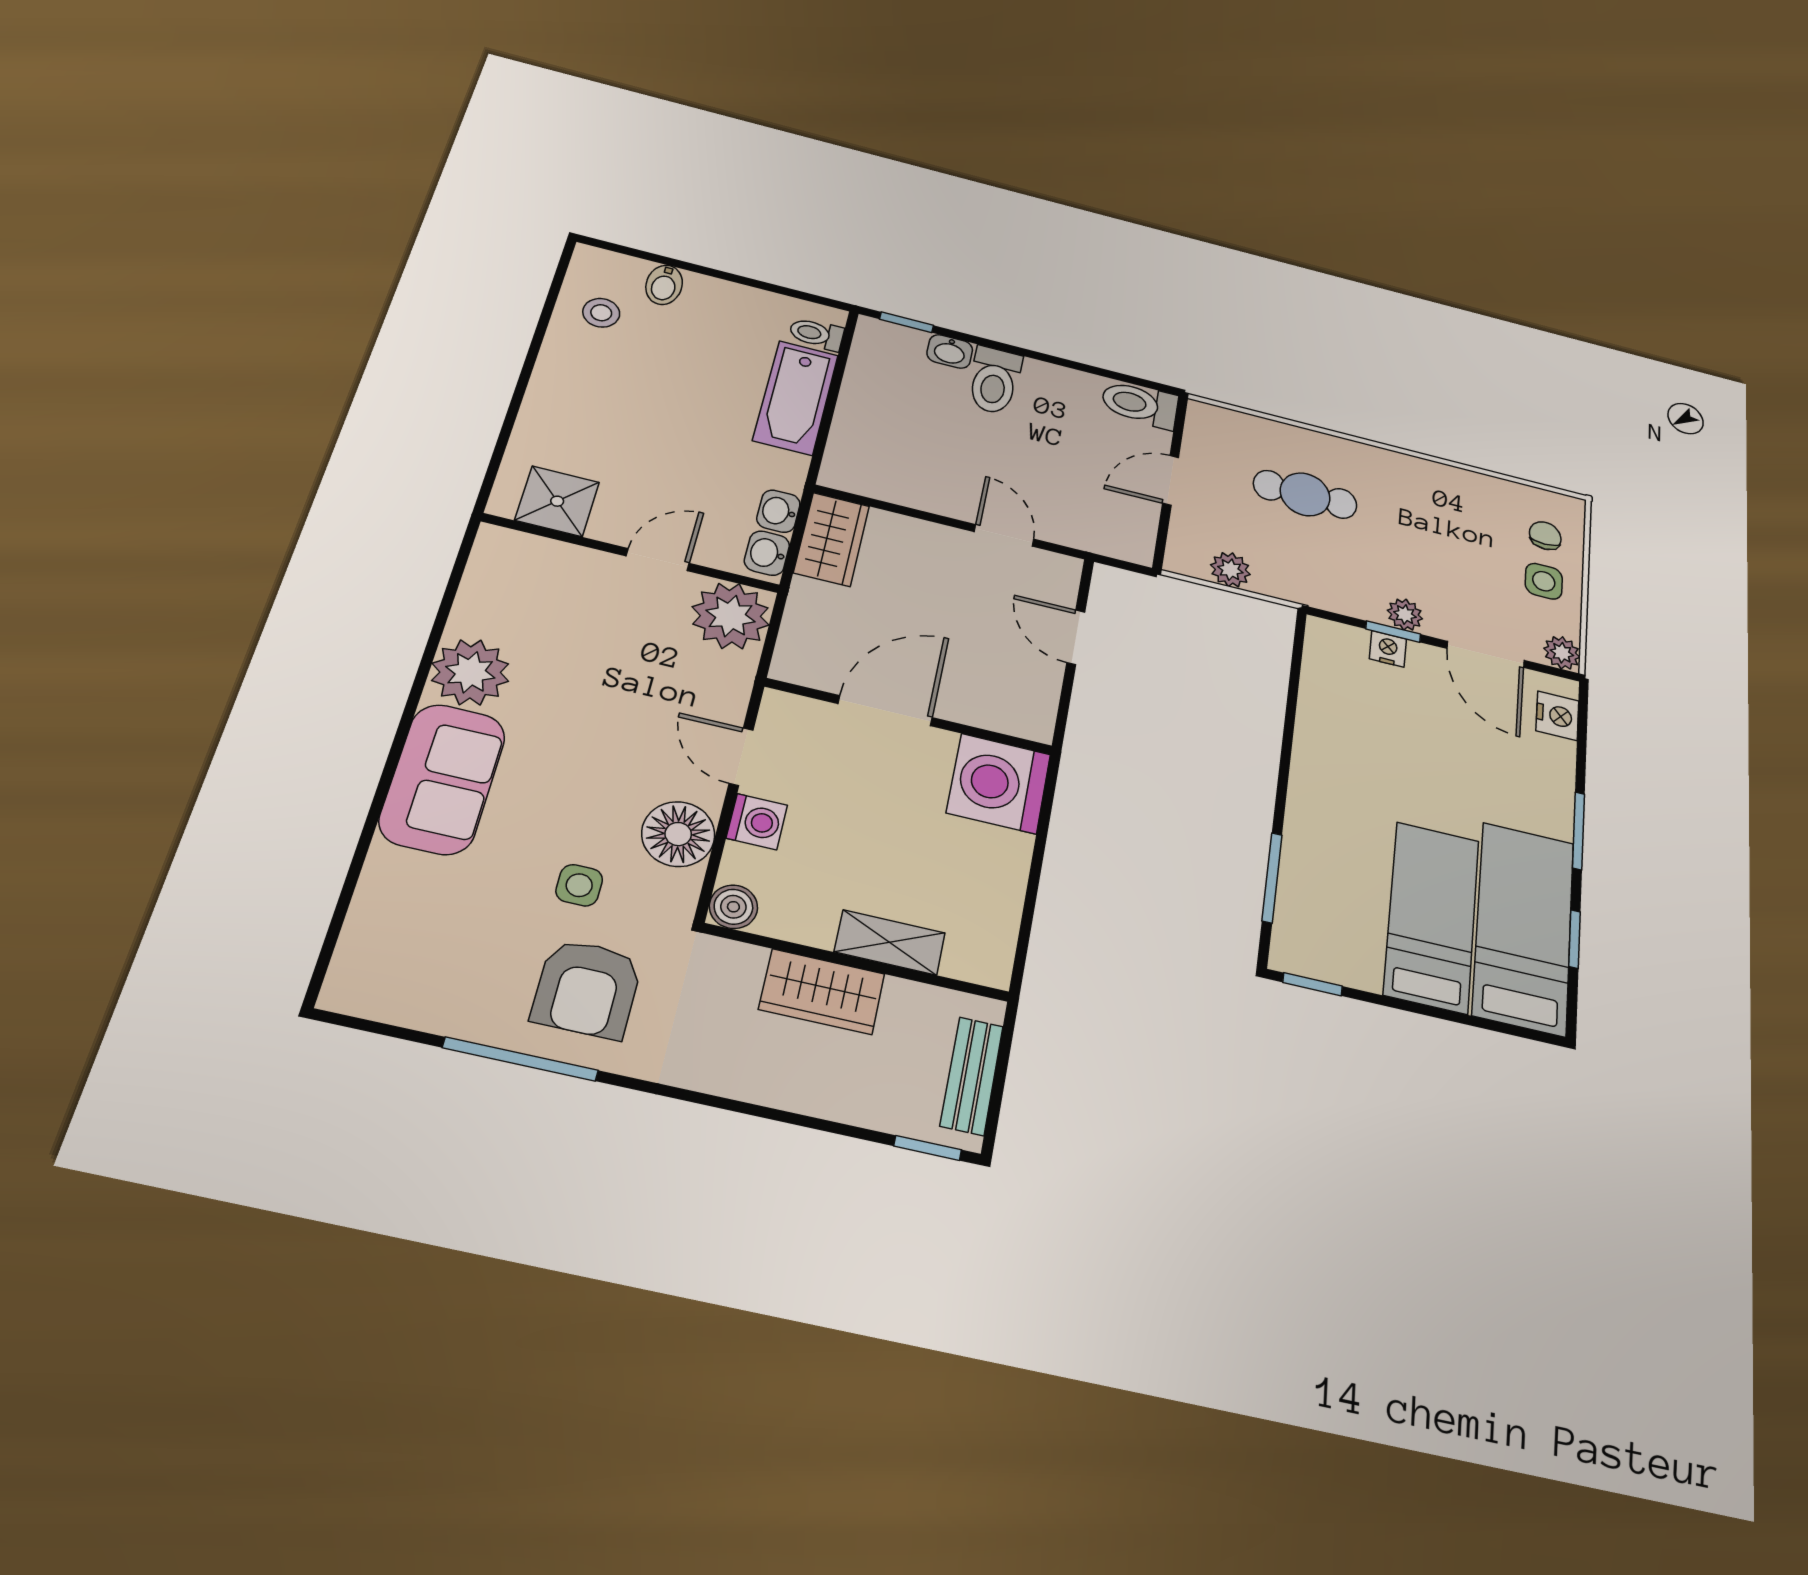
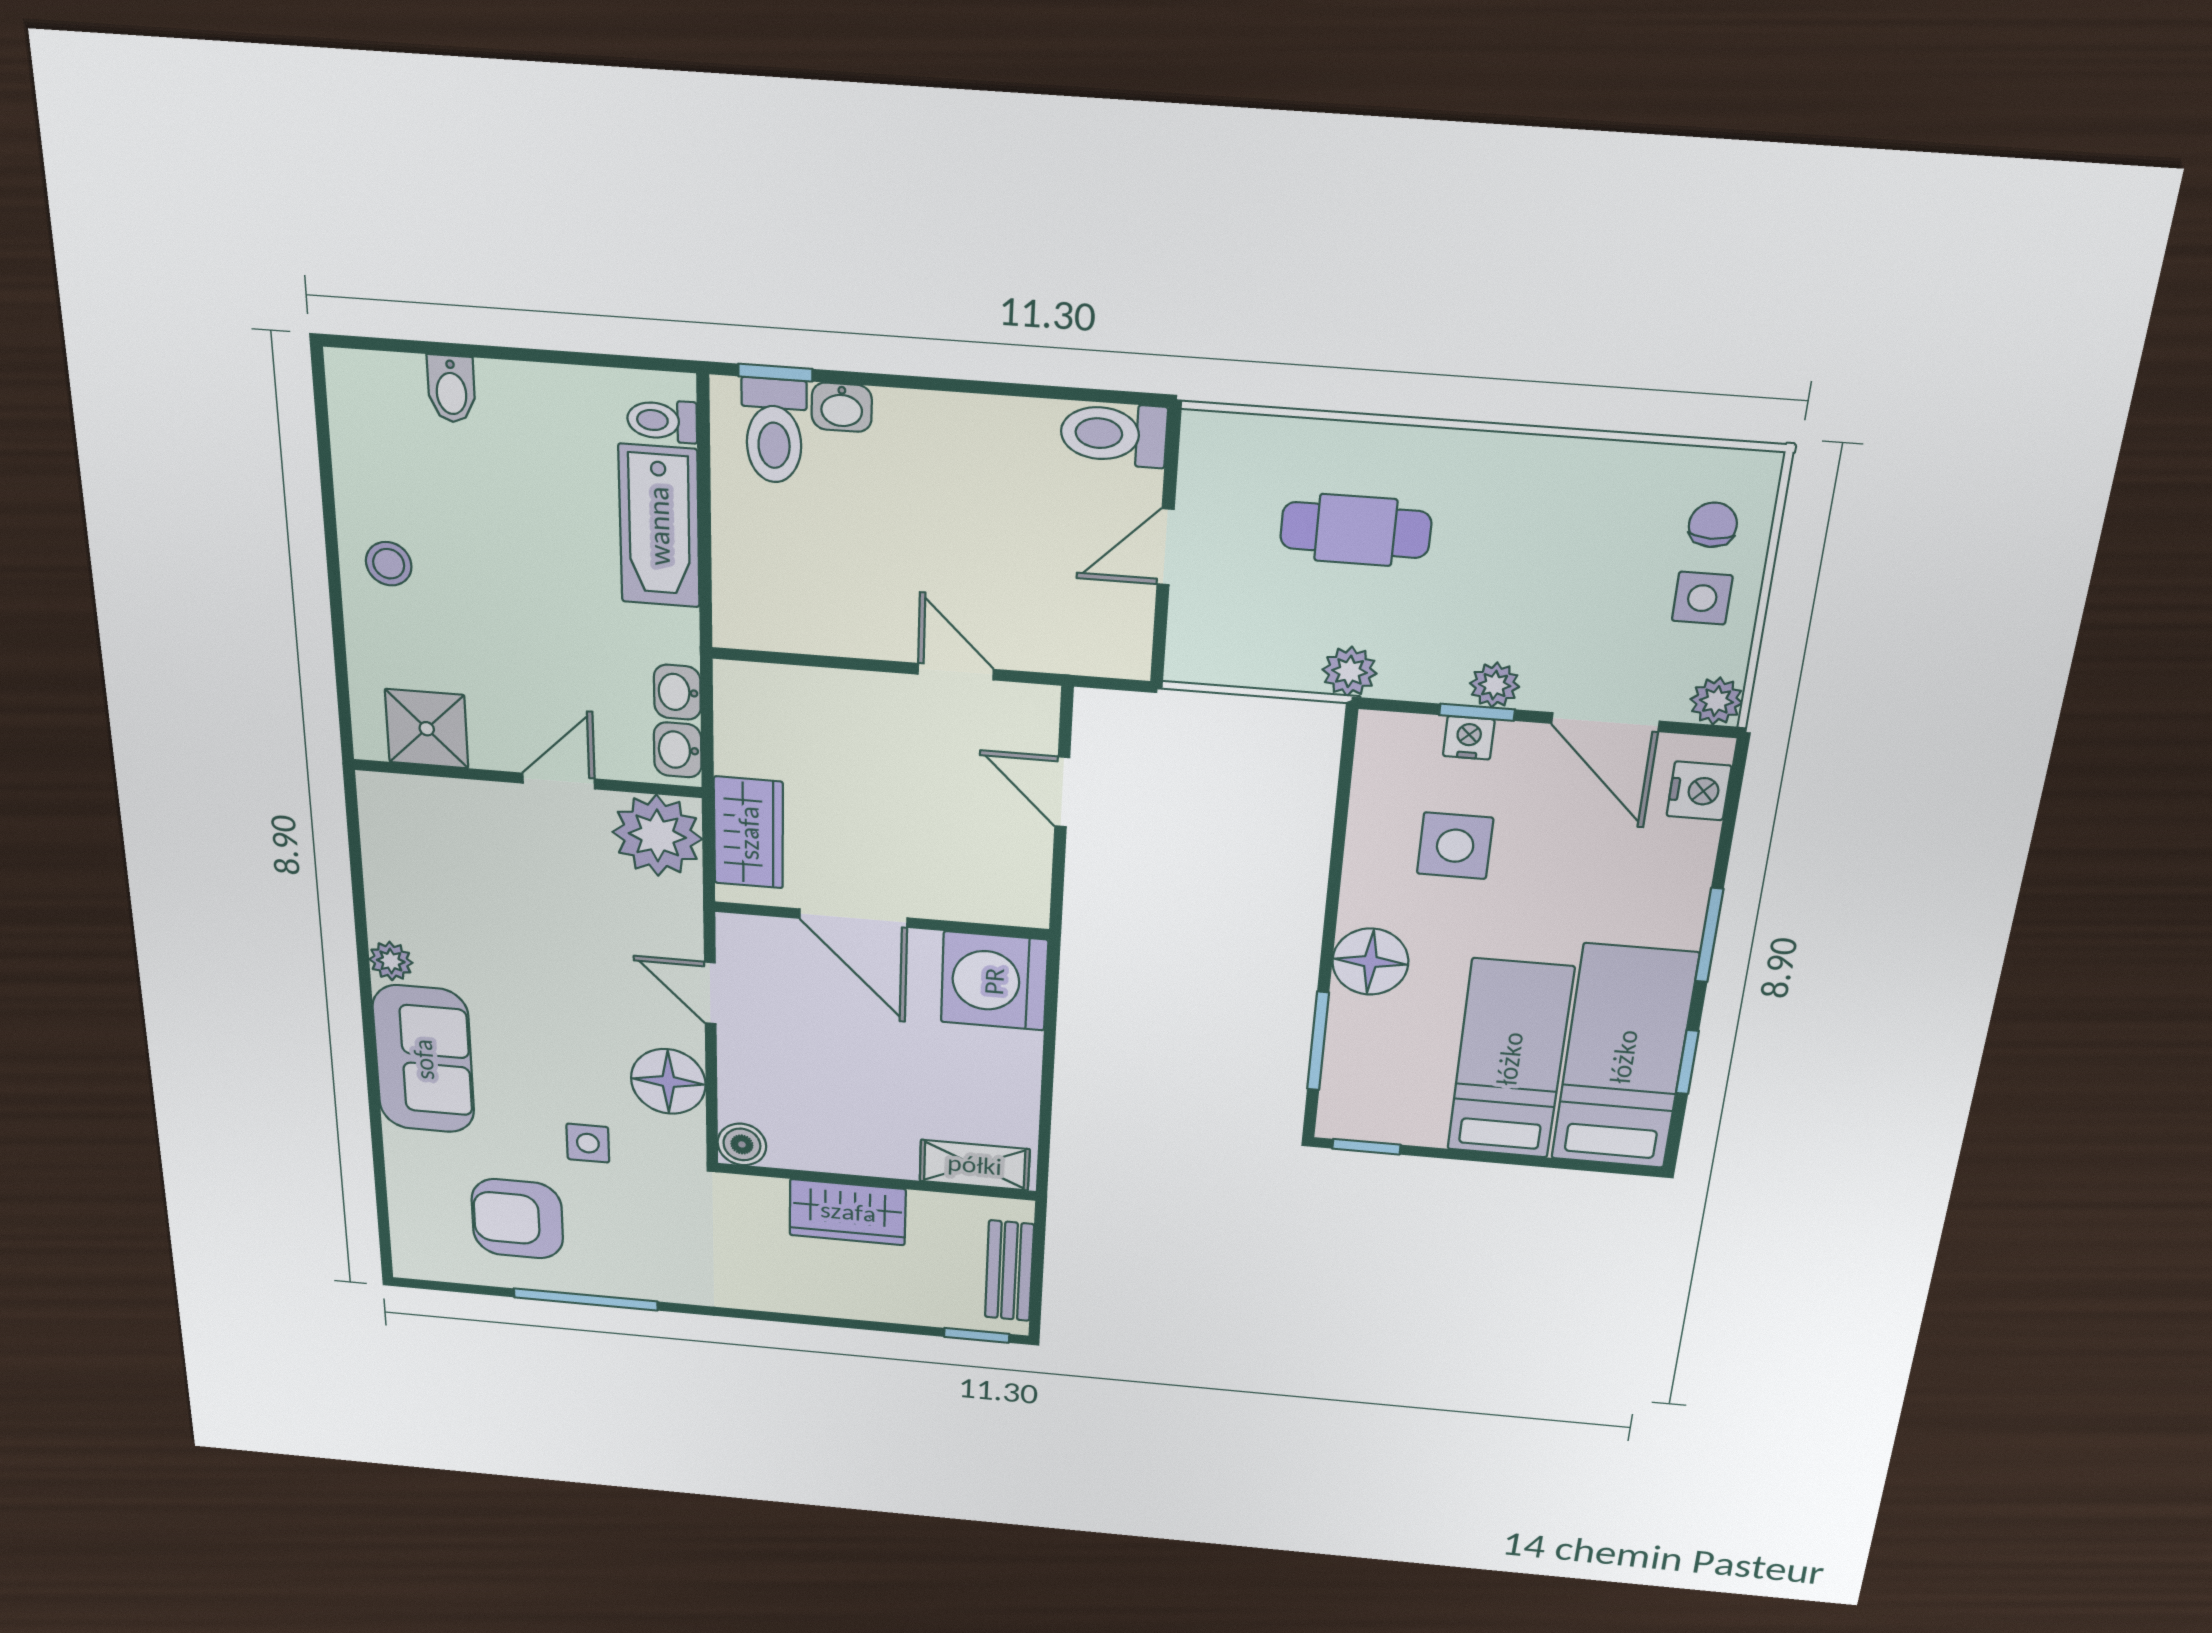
stool: (601, 313) -> (389, 564), moved
toilet: (994, 380) -> (774, 431), moved
wardrobe: (832, 539) -> (749, 833), moved
plant: (1230, 570) -> (1350, 671), moved
plant: (470, 672) -> (391, 961), width x0.53, depth x0.53
door: (885, 711) -> (853, 918), swing flipped
side table: (1380, 729) -> (1455, 846), added
floor lamp: (1316, 813) -> (1370, 962), added
washing machine: (757, 822) -> (744, 1058), removed
shelving: (890, 942) -> (975, 1165), moved
armchair: (587, 989) -> (517, 1219), moved, turned 90

